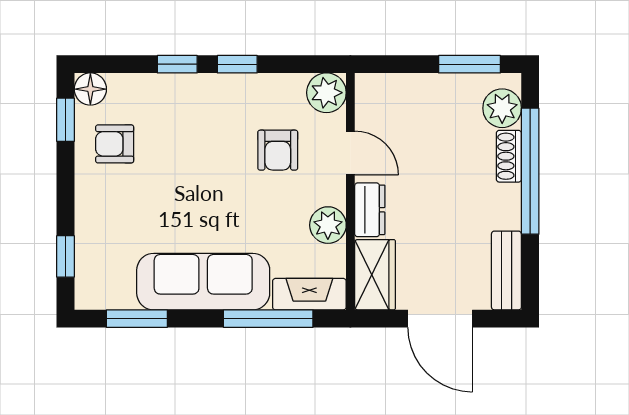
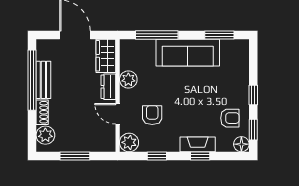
window: (237, 64) -> (157, 156), moved
window: (469, 64) -> (75, 156), moved
window: (530, 171) -> (32, 80), moved
window: (65, 256) -> (253, 95), moved
bench: (506, 270) -> (43, 80), moved
fireplace: (309, 294) -> (198, 144), moved, turned 180

